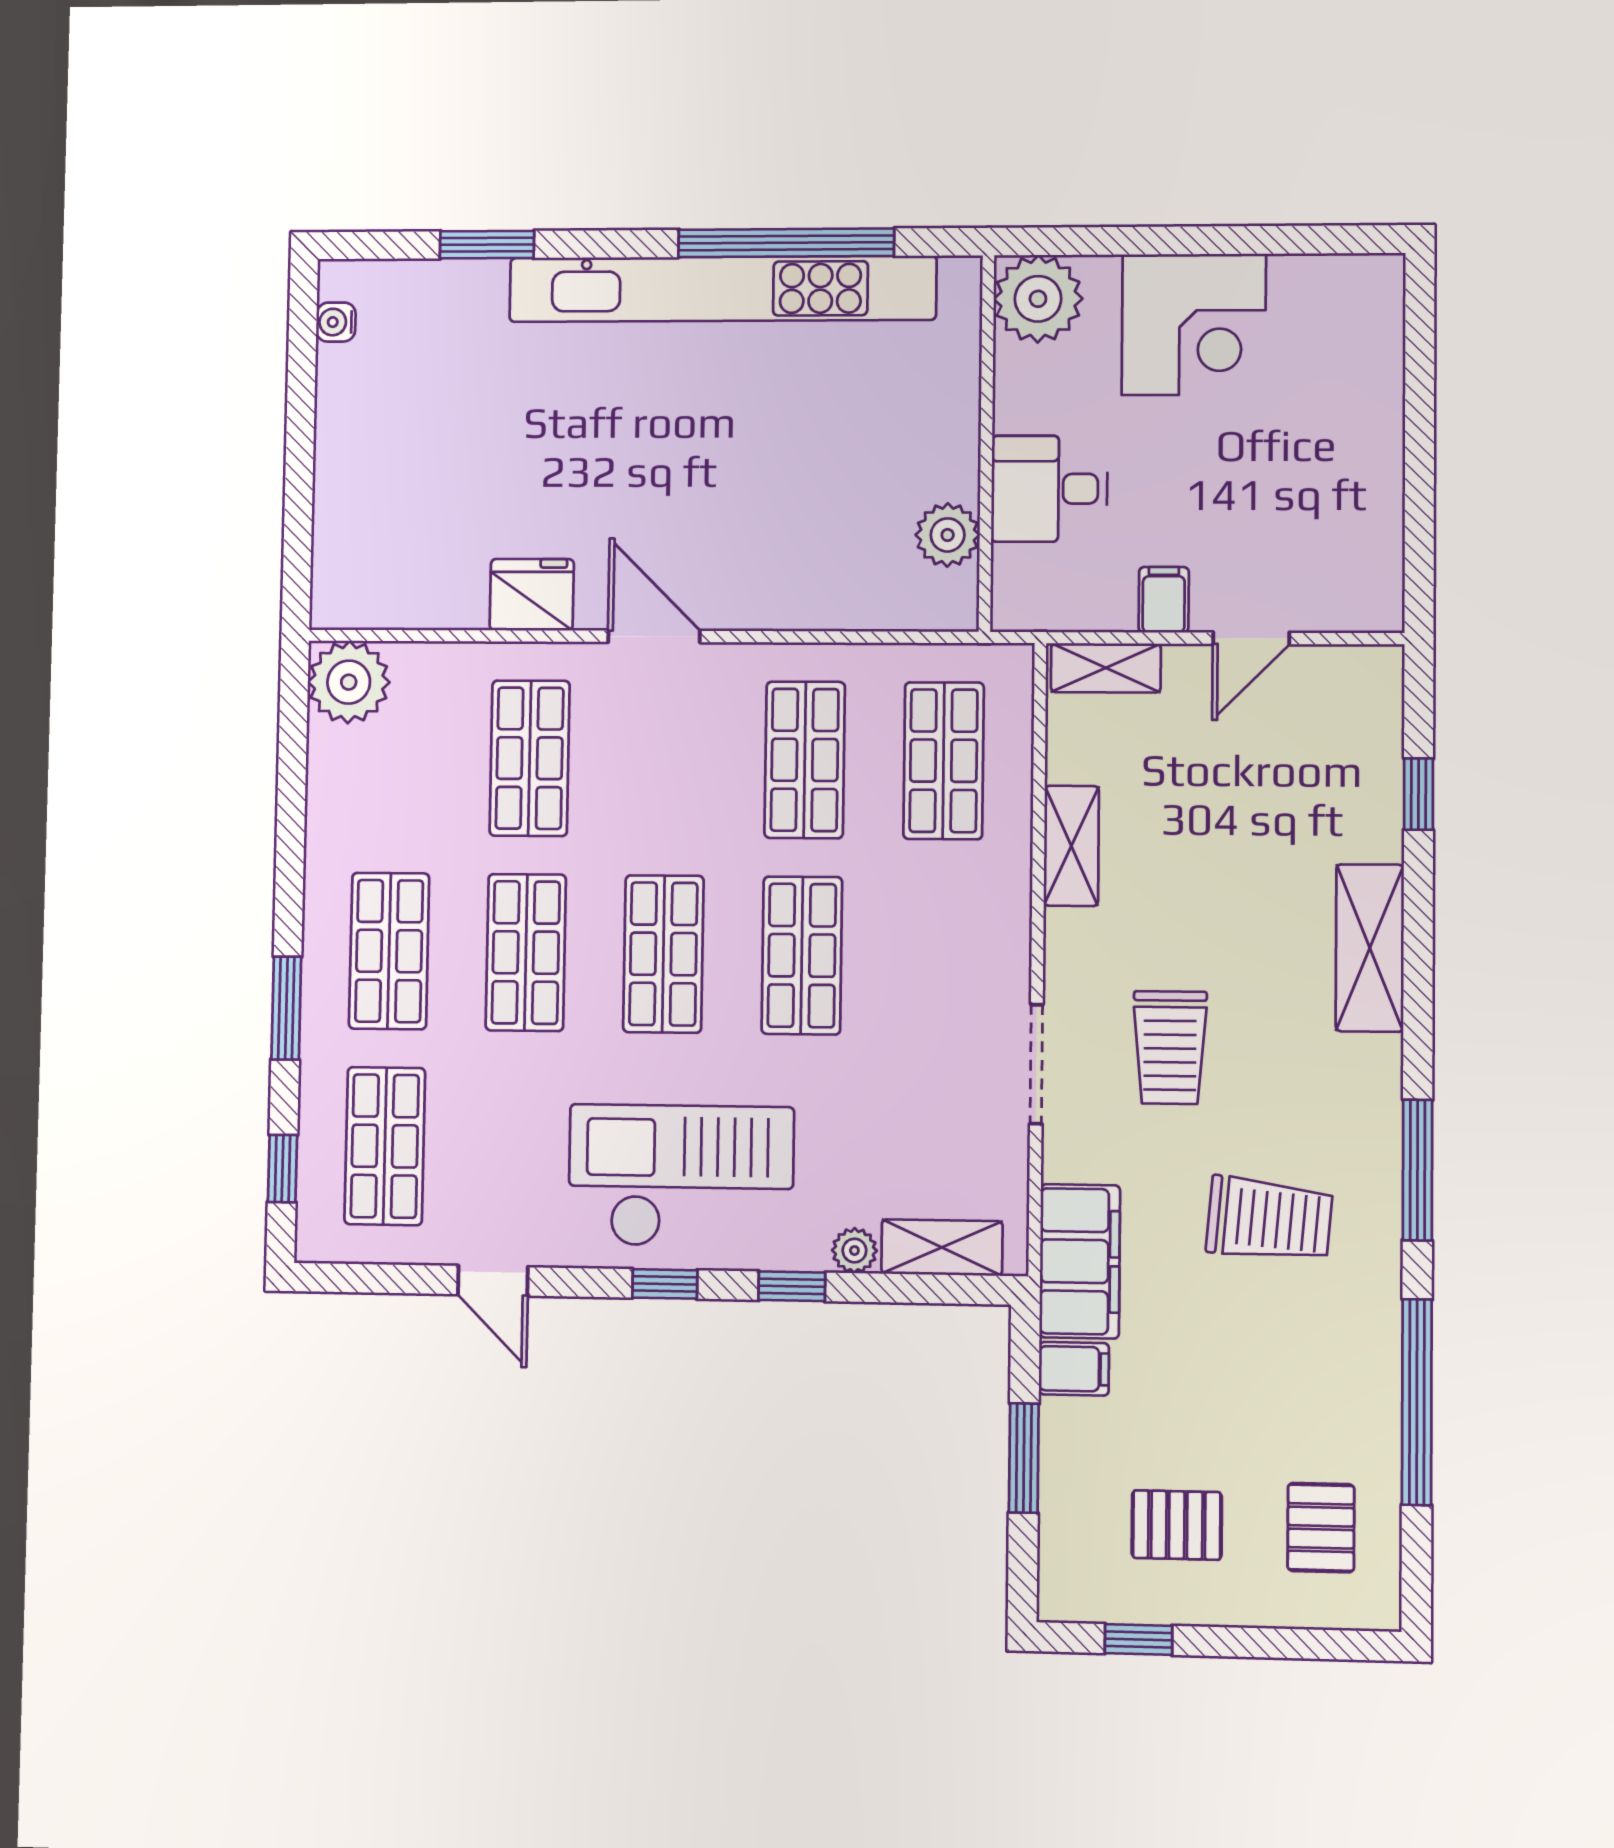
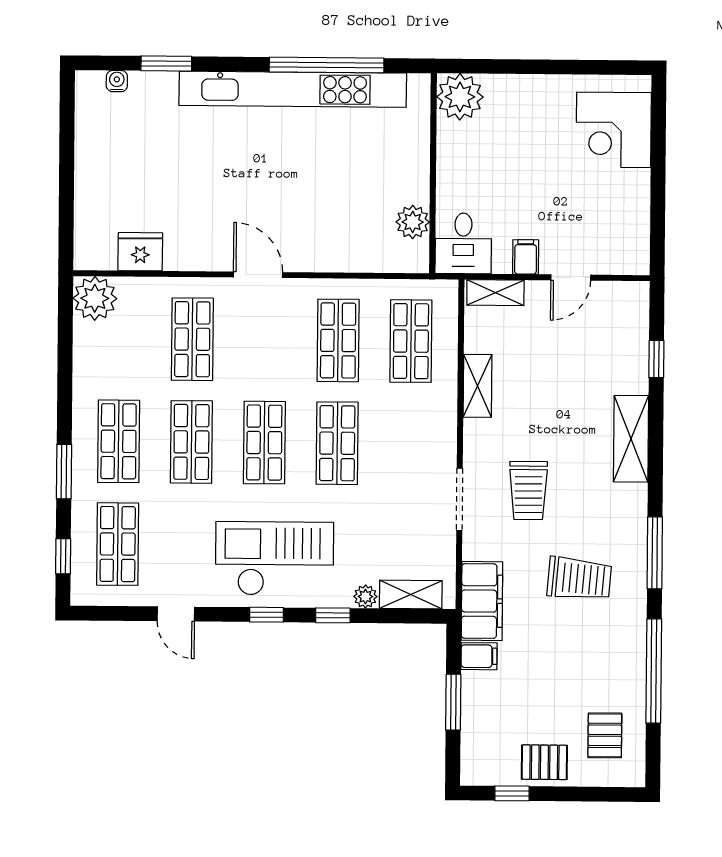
water cooler: (336, 322) -> (117, 81), moved, turned 90
corner desk: (1194, 324) -> (614, 130), moved, turned 90
desk: (1049, 489) -> (463, 243), moved, turned -90
fridge: (532, 595) -> (140, 252), moved
pallet: (1177, 1525) -> (544, 762), moved

